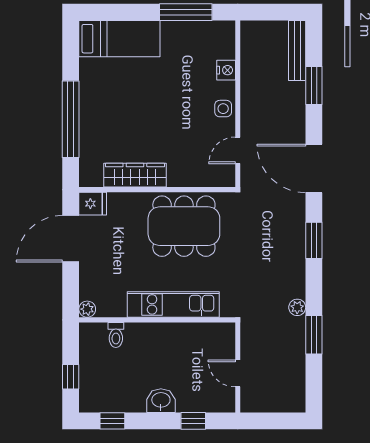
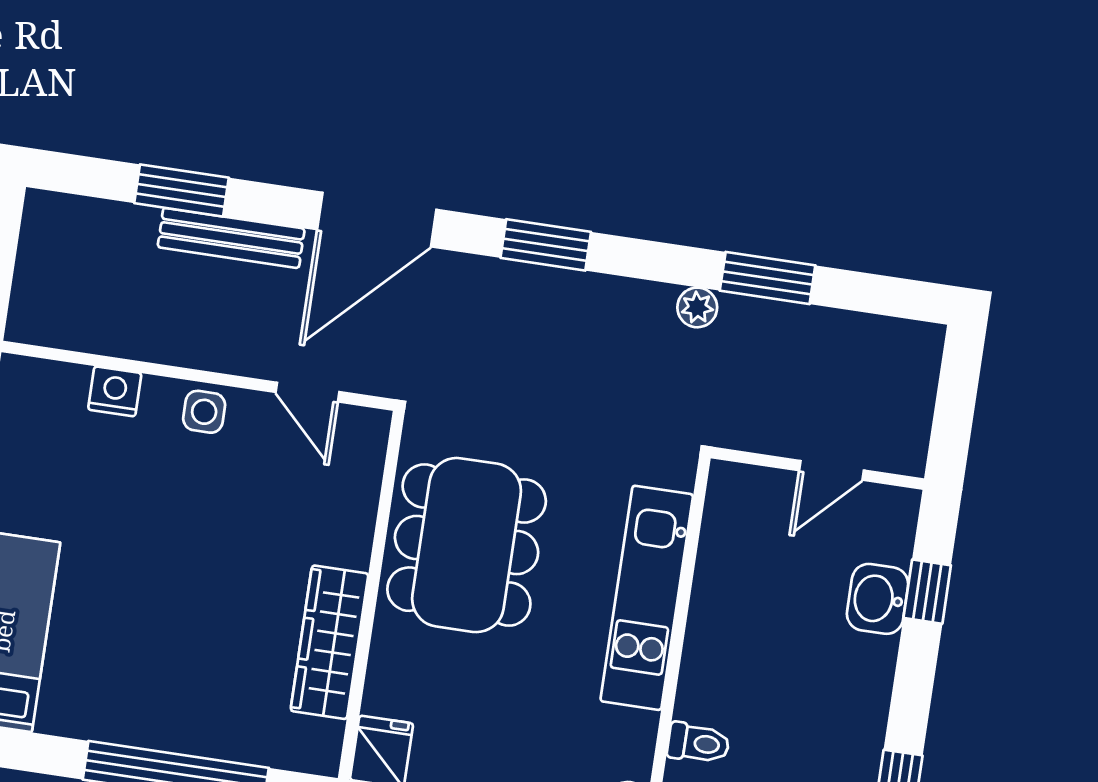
bench: (297, 51) -> (231, 238), moved
washbasin: (161, 401) -> (878, 599), moved

